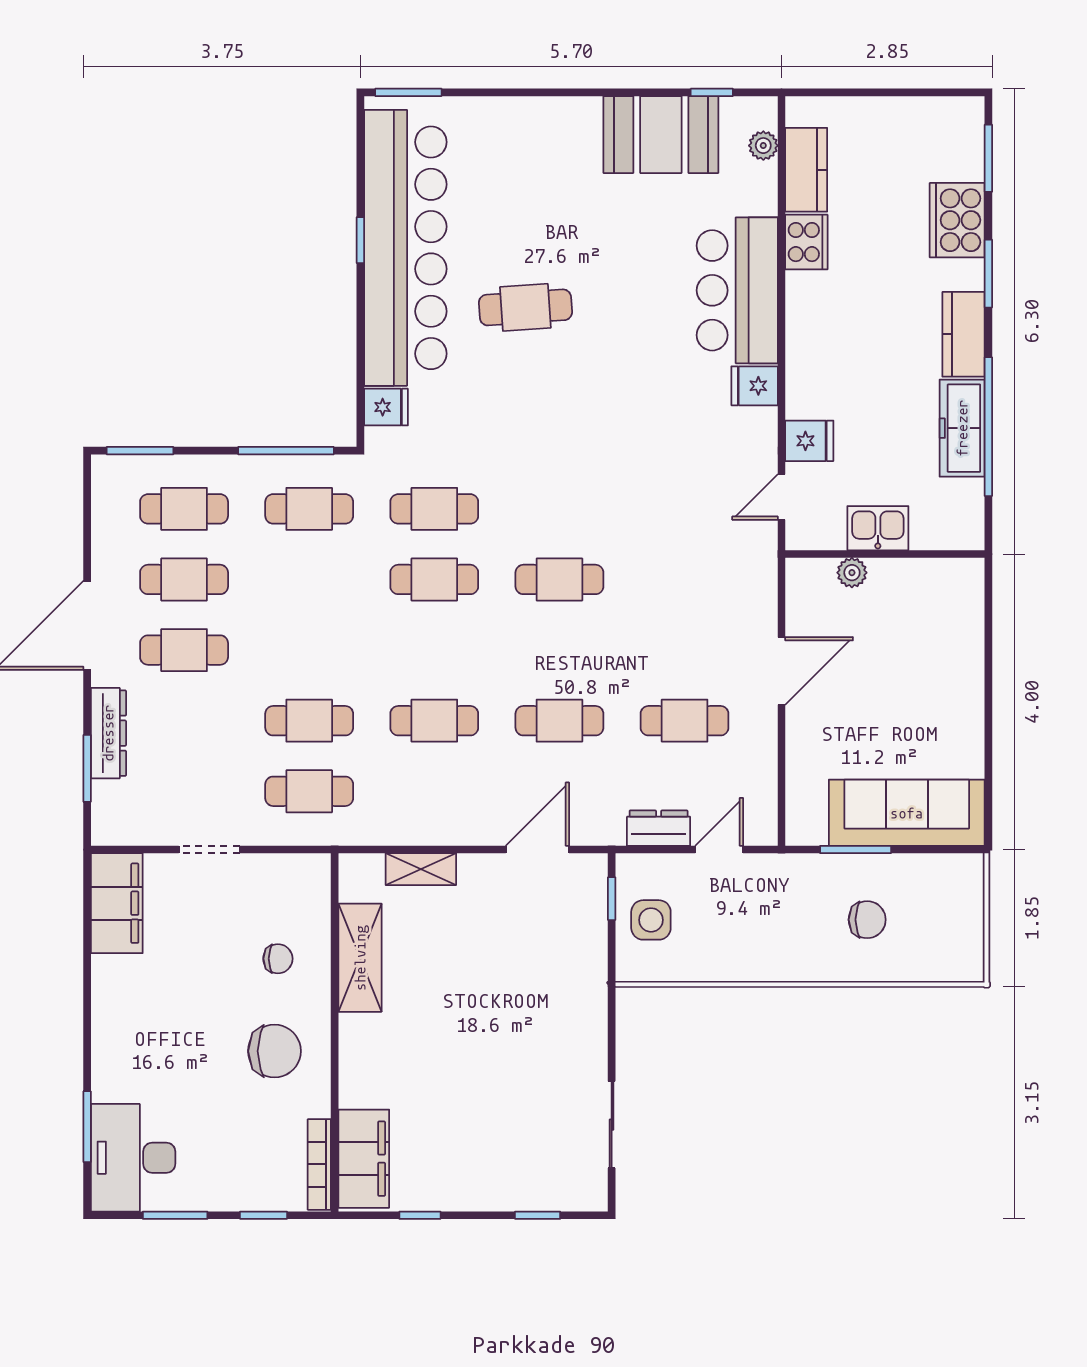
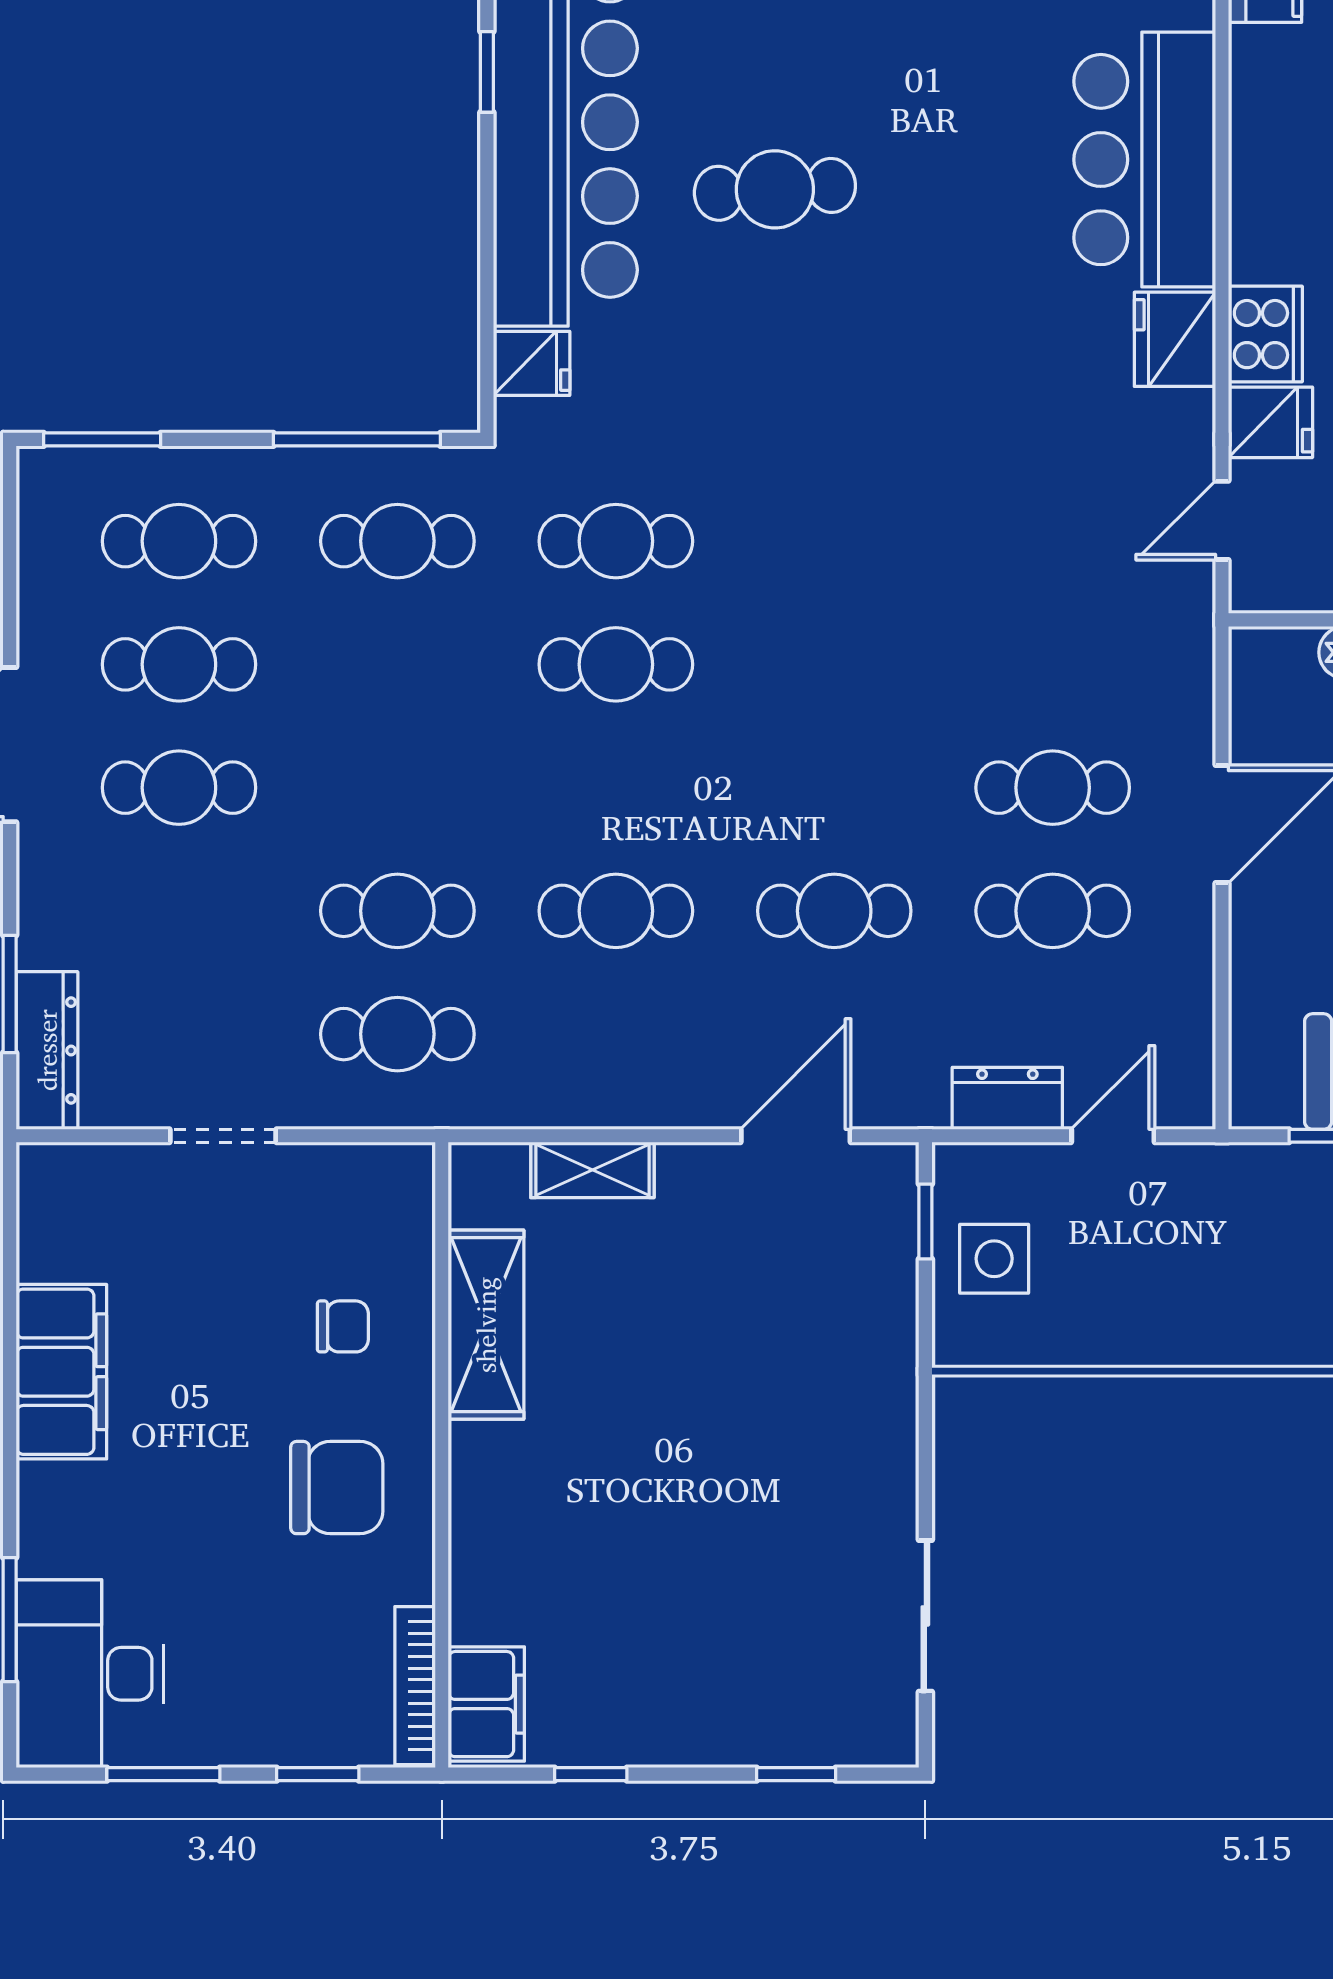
cooker: (806, 242) -> (1265, 334), moved
fridge: (755, 386) -> (1175, 339), width x1.38
cafe table: (559, 579) -> (1053, 788), moved
dresser: (108, 733) -> (47, 1050), moved
filing cabinet: (117, 903) -> (61, 1372), moved
filing cabinet: (364, 1159) -> (486, 1704), width x0.67, depth x0.86

